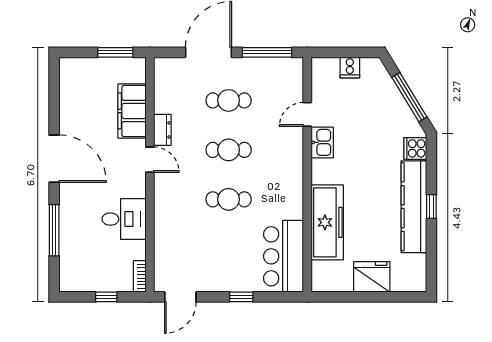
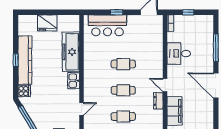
kitchen sink: (322, 142) -> (74, 81), moved
bar counter: (284, 256) -> (108, 25), moved, turned 90

